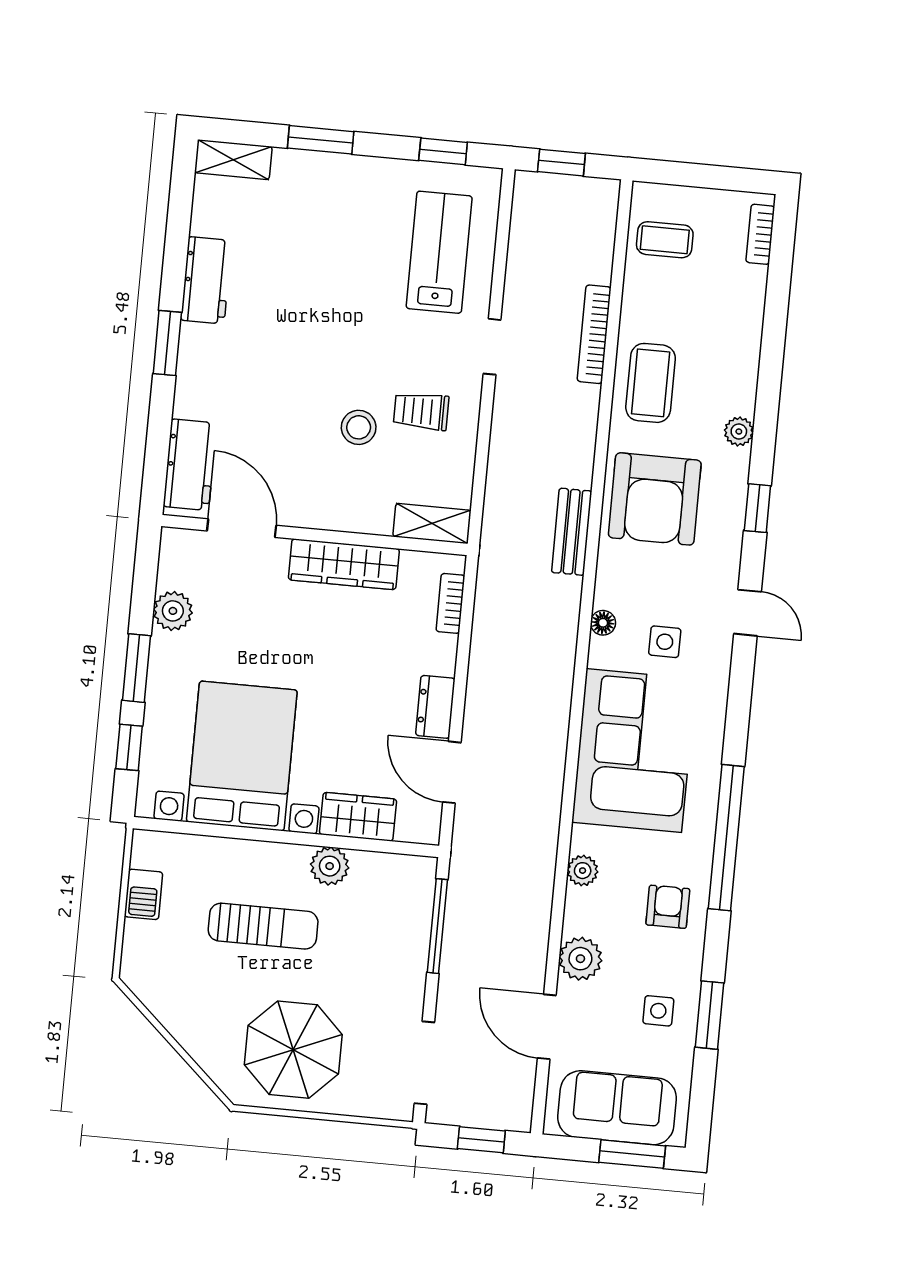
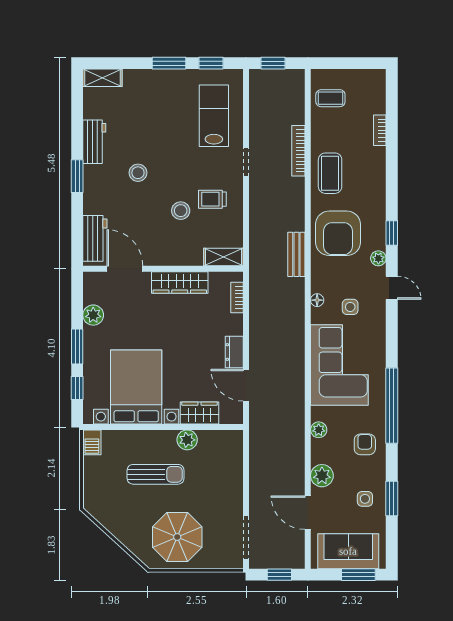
window: (321, 140) -> (169, 63), moved
bookcase: (760, 234) -> (380, 130), moved
stool: (284, 347) -> (138, 173), added
plant: (739, 431) -> (378, 258), moved
barbecue: (143, 894) -> (92, 442), moved
window: (437, 926) -> (246, 466), removed

